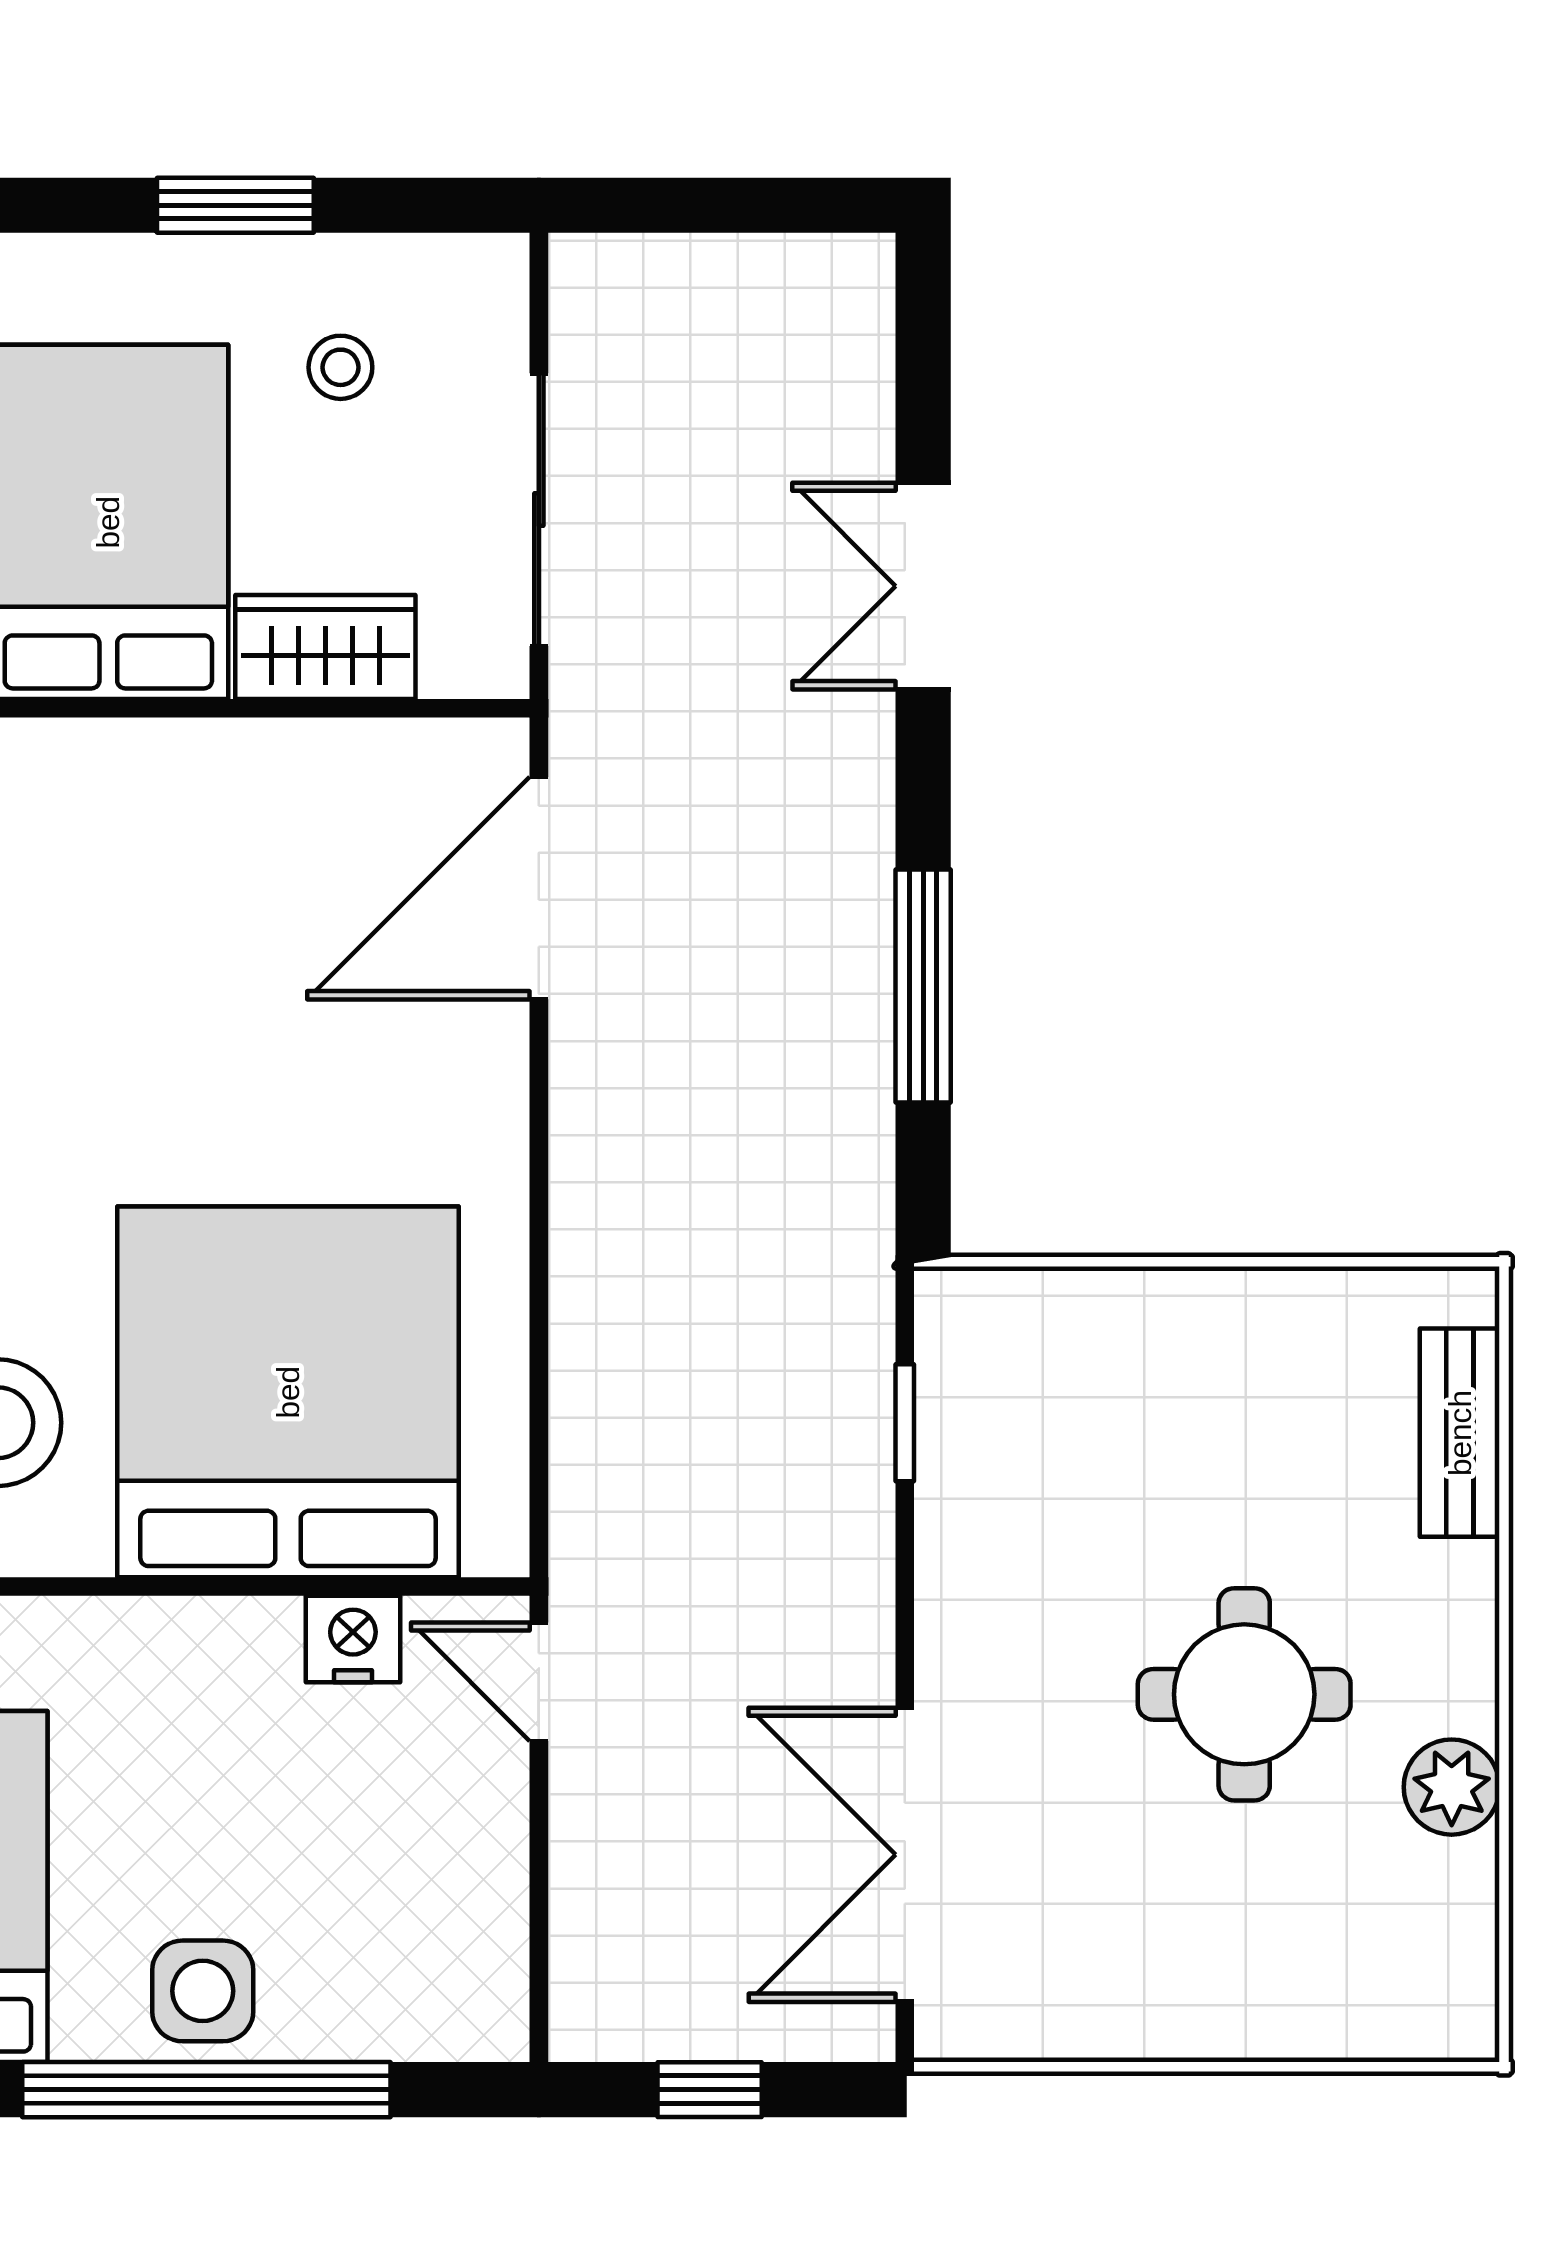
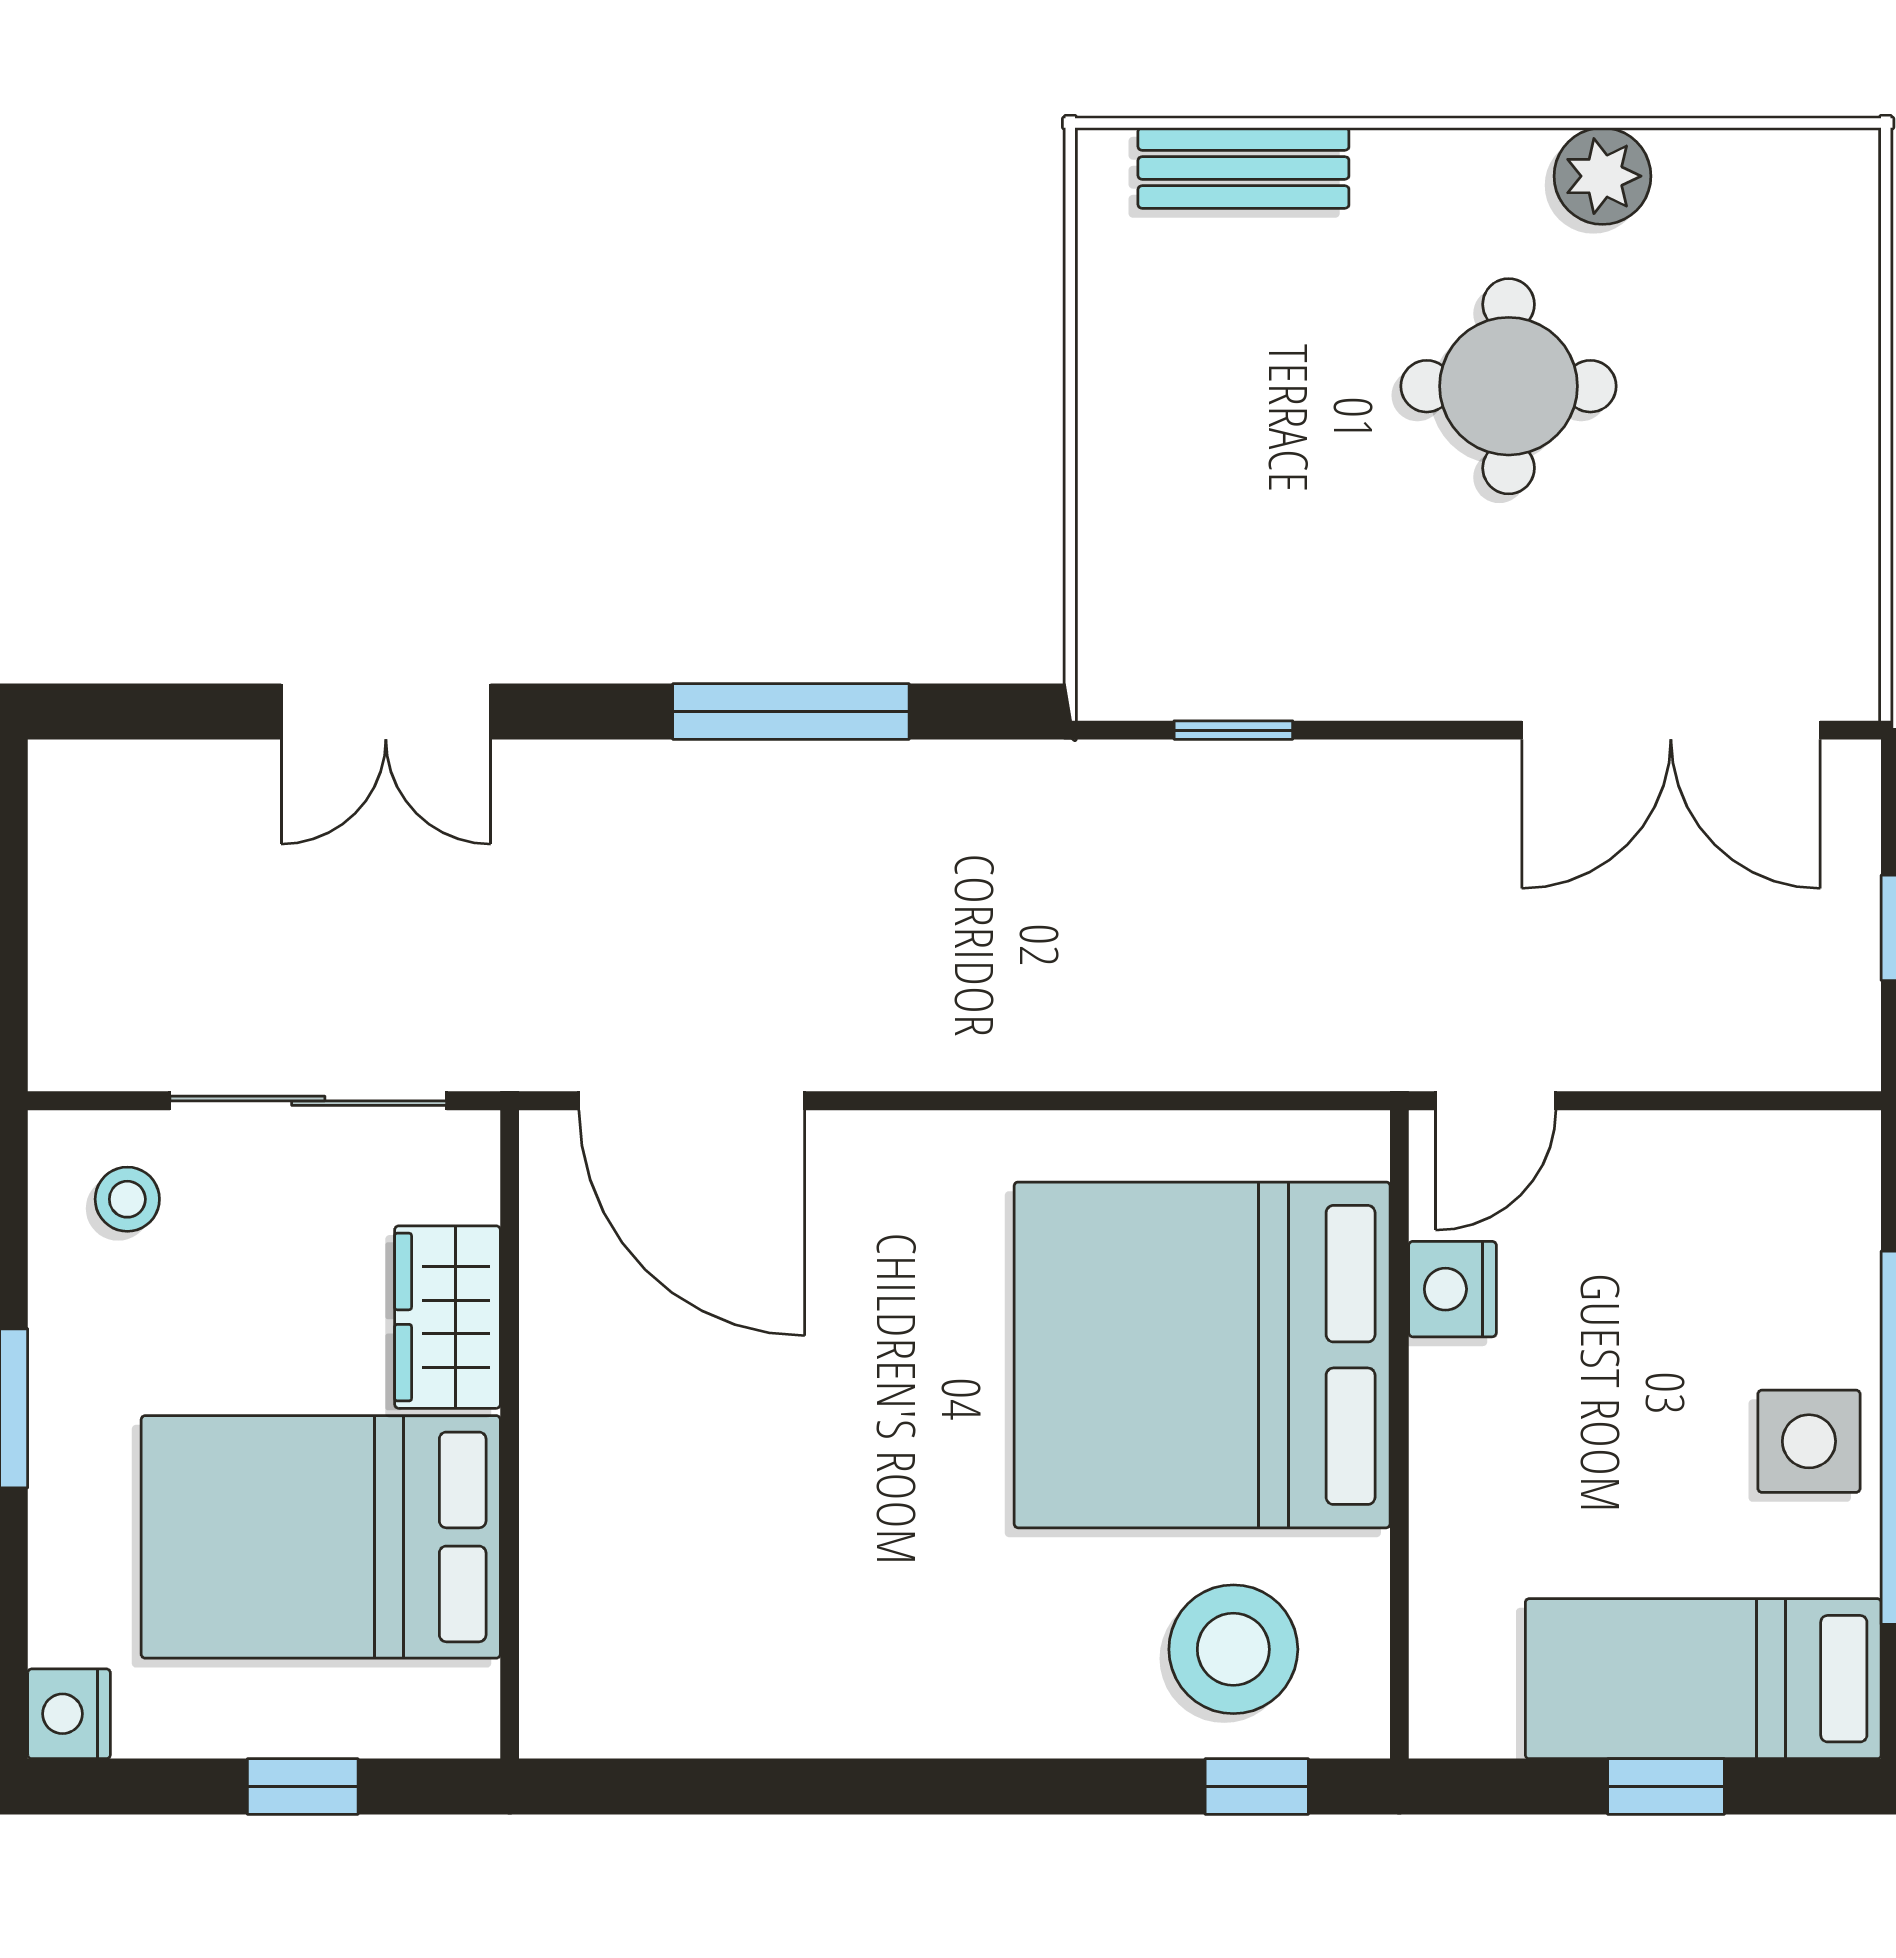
stool: (340, 367) -> (127, 1199), moved

